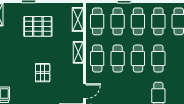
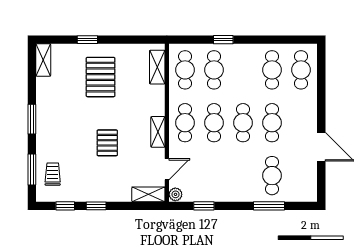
cafe table: (138, 21) -> (243, 70), removed
pallet: (38, 26) -> (101, 77), turned 90
shelving: (78, 52) -> (158, 132), moved

